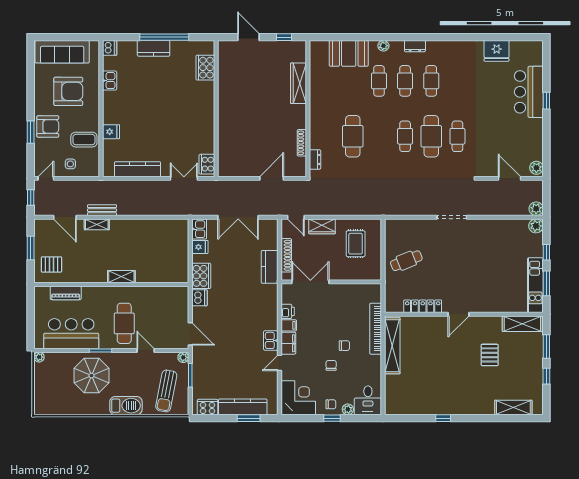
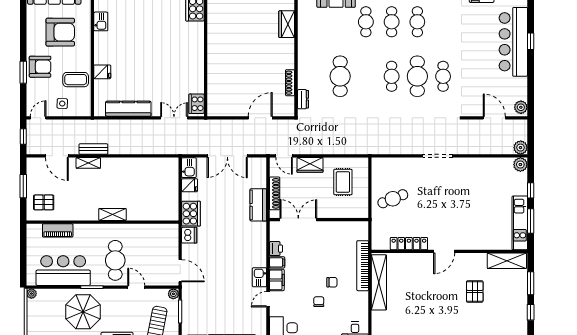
wardrobe: (298, 83) -> (287, 24), width x0.67
bar counter: (529, 92) -> (513, 42), width x1.36

